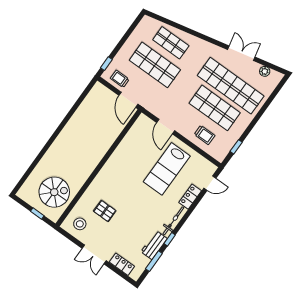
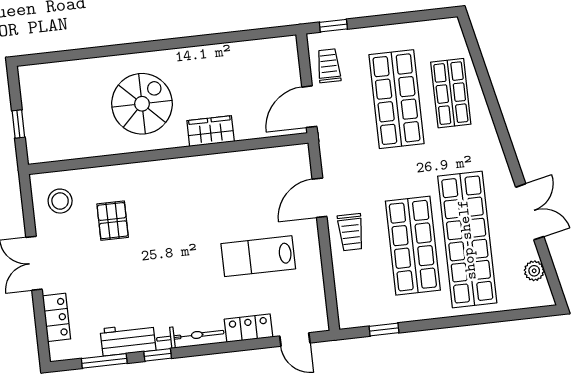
trolley: (204, 135) -> (351, 232), moved
wardrobe: (104, 145) -> (211, 131), added
lab bench: (167, 169) -> (258, 256), width x0.73, depth x0.72
spiral stairs: (54, 192) -> (142, 104), moved, turned -90

